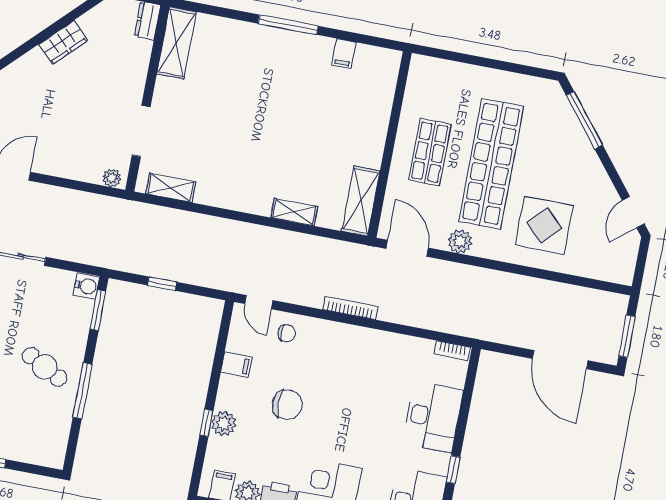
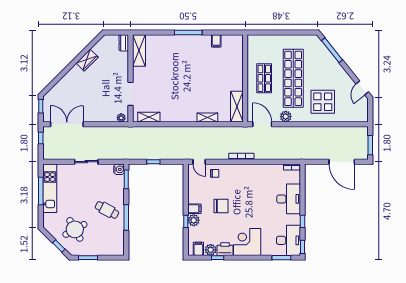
filing cabinet: (236, 365) -> (194, 209), moved

